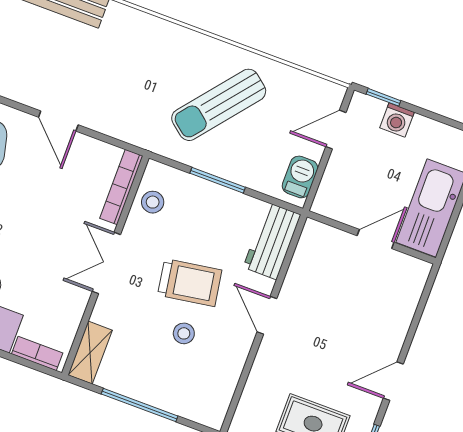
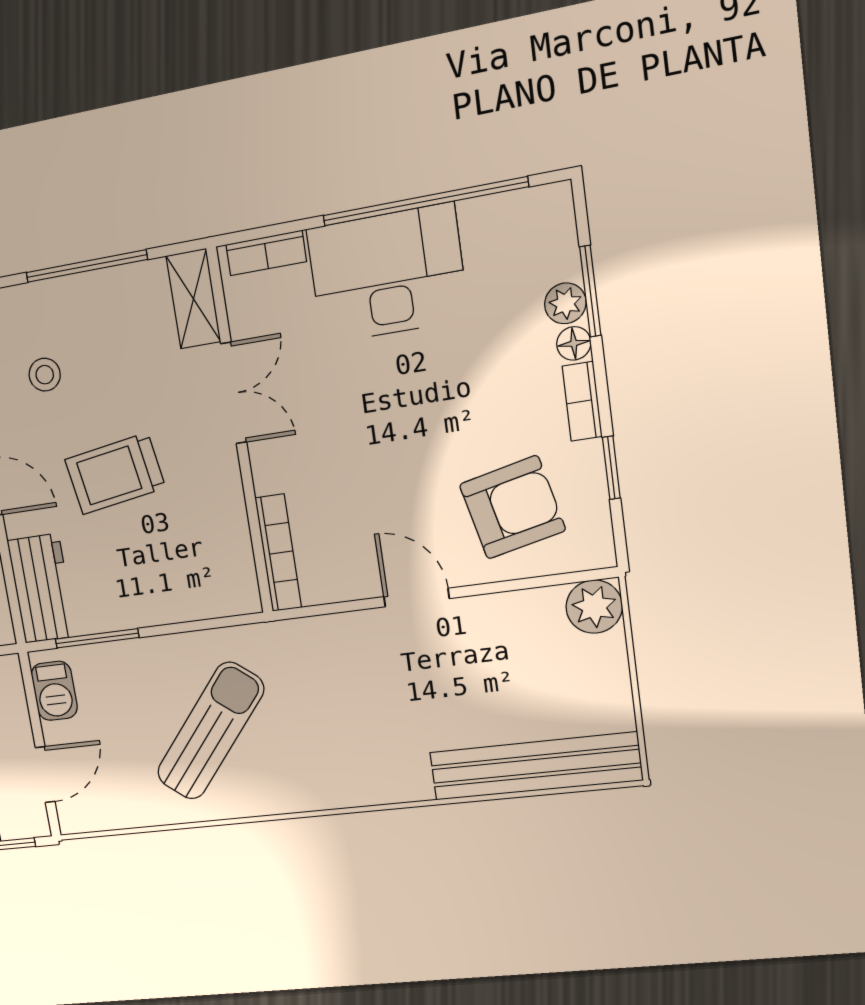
window: (218, 180) -> (97, 638), moved
stool: (153, 202) -> (225, 555), removed
double door: (106, 263) -> (234, 393), moved
stool: (184, 333) -> (45, 375), moved

